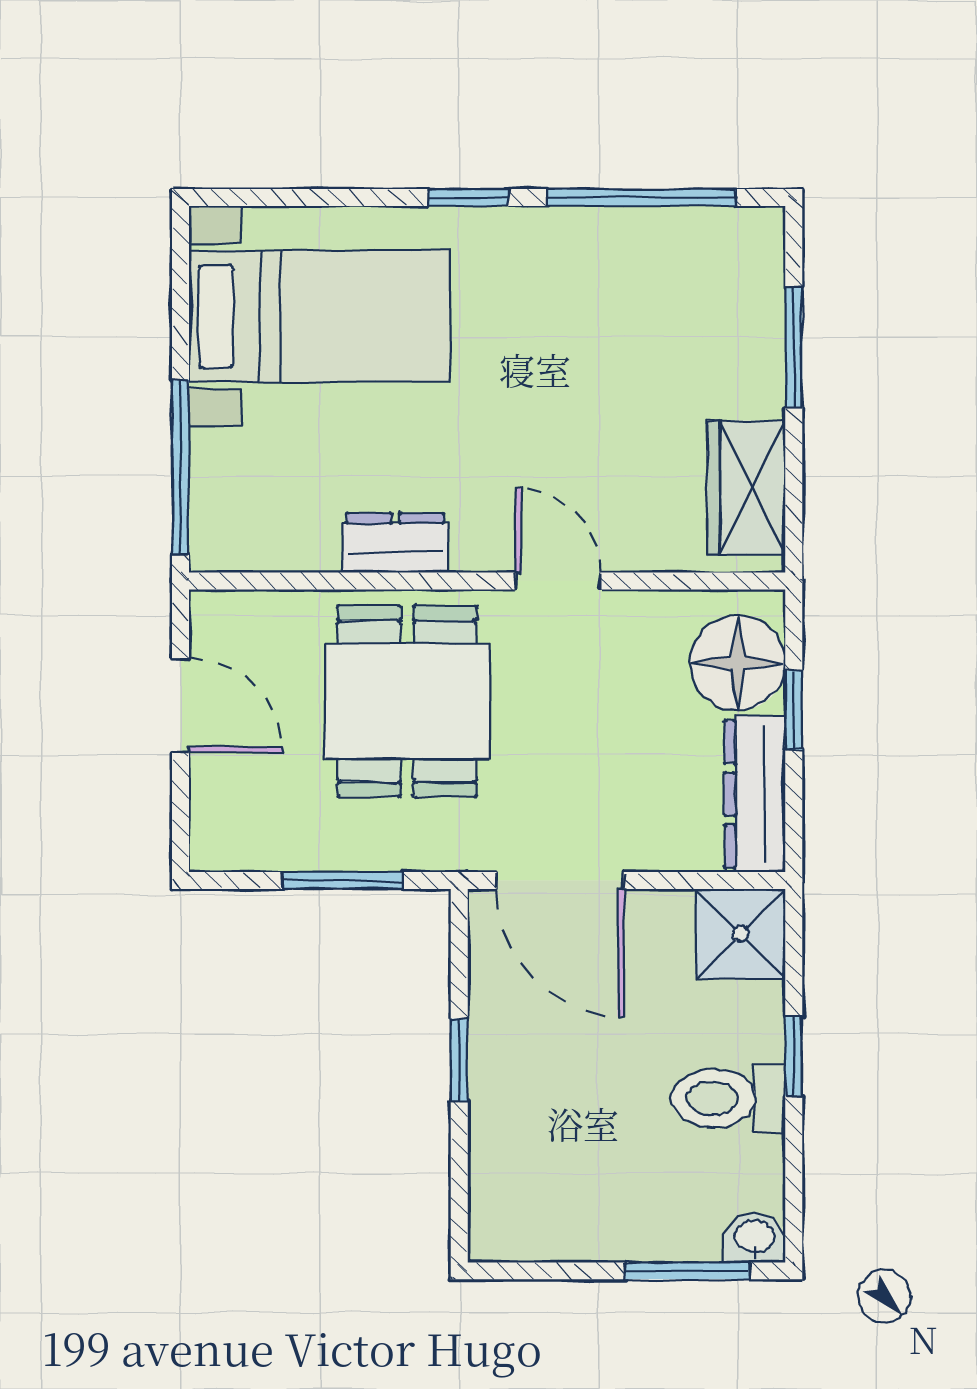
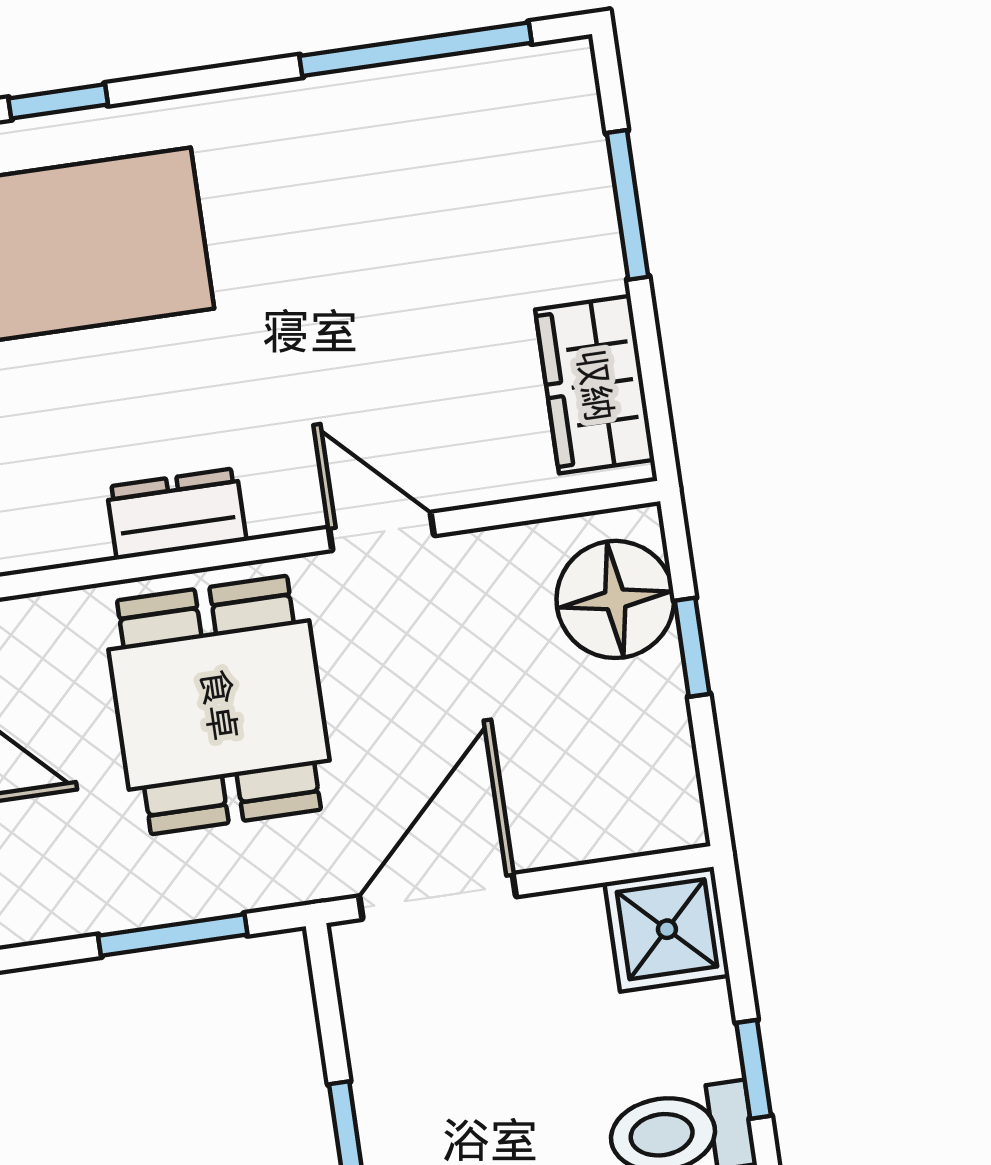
window: (468, 198) -> (58, 101), moved
dresser: (755, 794) -> (660, 756), removed
door: (560, 881) -> (438, 896), swing flipped

